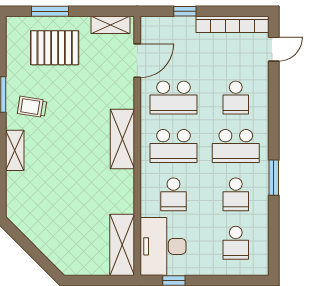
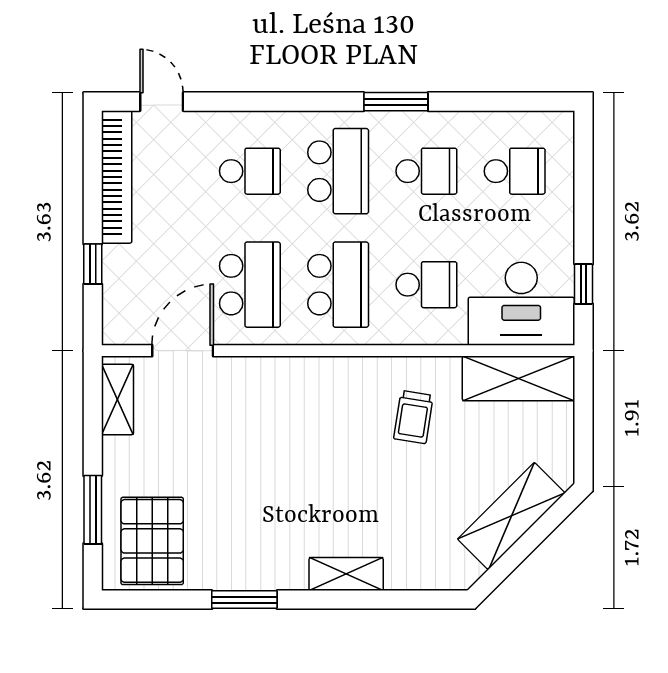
pallet: (55, 48) -> (152, 541), moved
door: (137, 61) -> (183, 351), hinge flipped
trolley: (32, 107) -> (413, 417), moved
shelving: (122, 139) -> (511, 516), moved, turned -45

